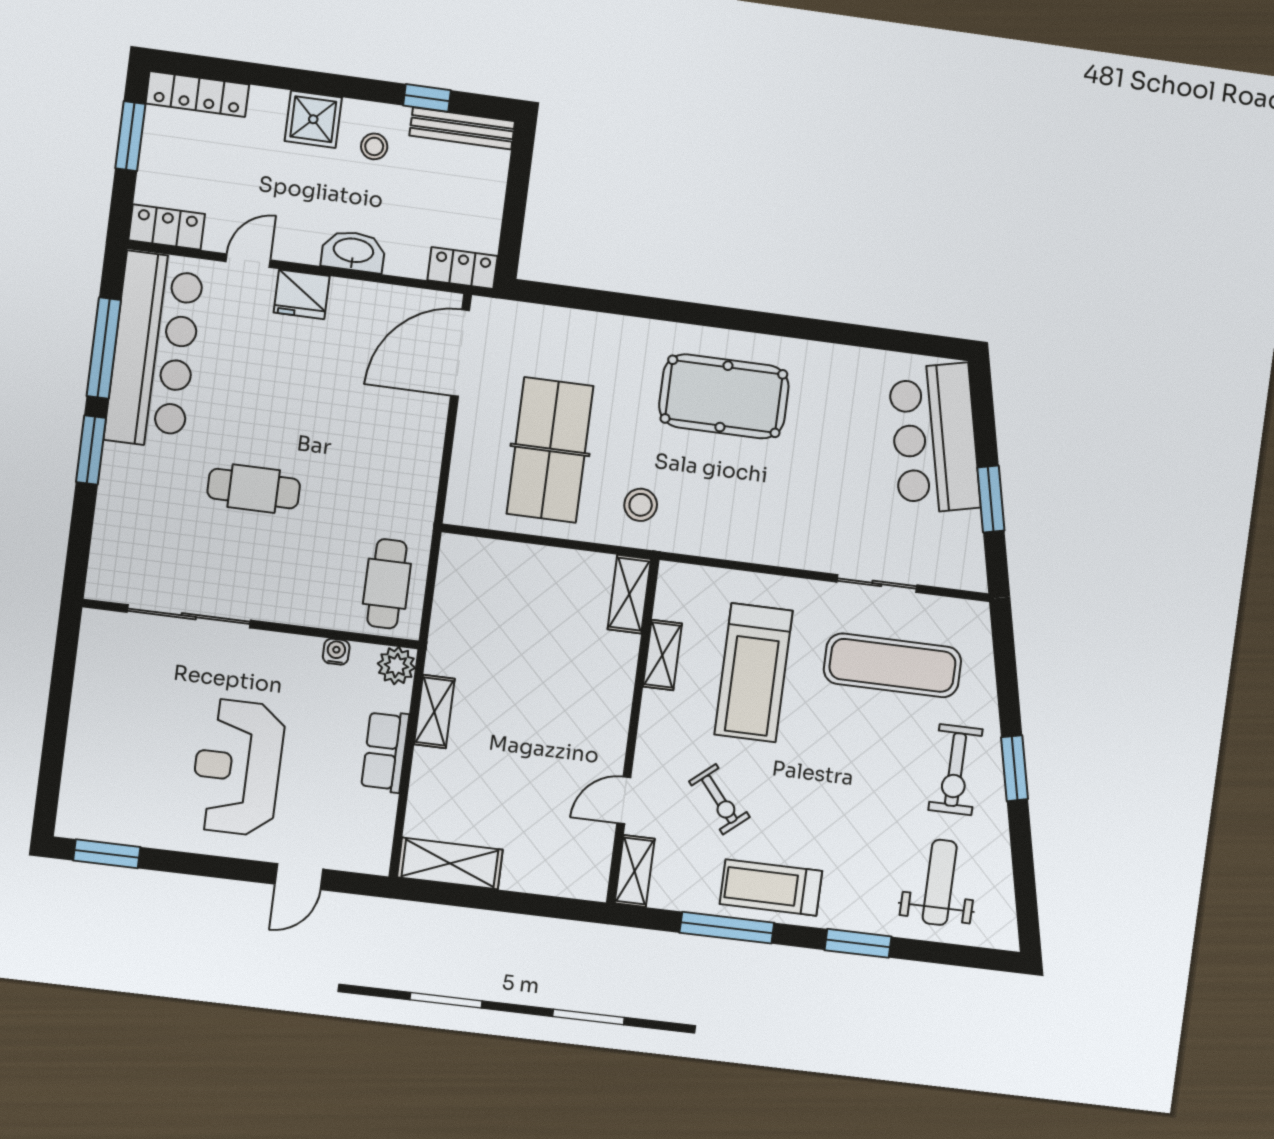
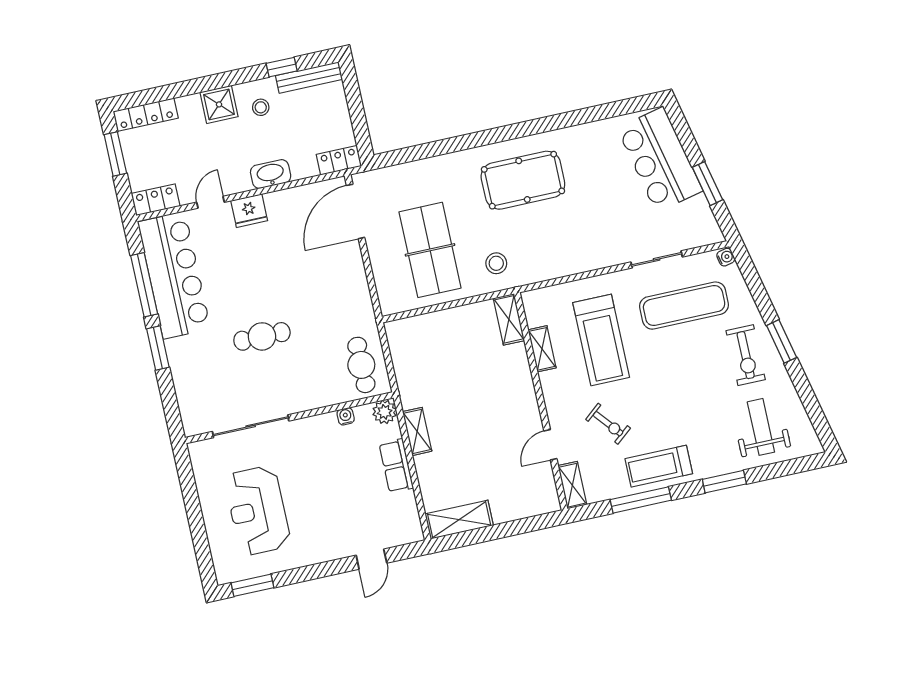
water cooler: (978, 616) -> (726, 257), added
reception desk: (237, 767) -> (258, 511), moved

